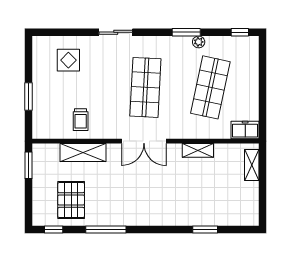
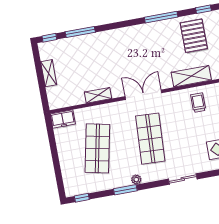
plant: (199, 42) -> (136, 179), moved
shelving: (252, 165) -> (49, 73), moved
window: (205, 229) -> (80, 32), width x1.44
window: (243, 229) -> (49, 38), added

